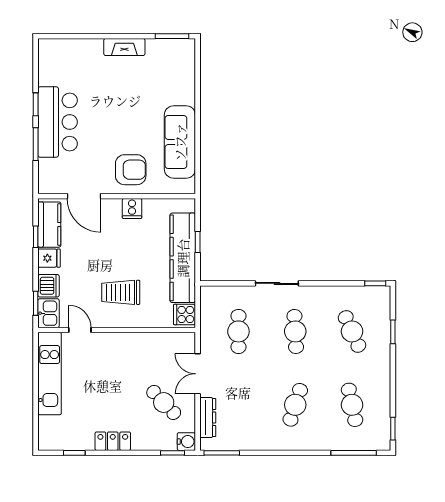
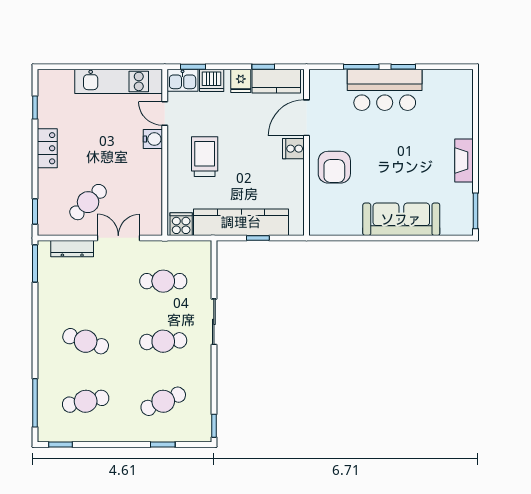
sofa: (180, 142) -> (401, 219), moved
cooker: (132, 208) -> (293, 149), moved
door: (80, 330) -> (165, 113), swing flipped
water cooler: (186, 442) -> (153, 139), moved, turned -90

